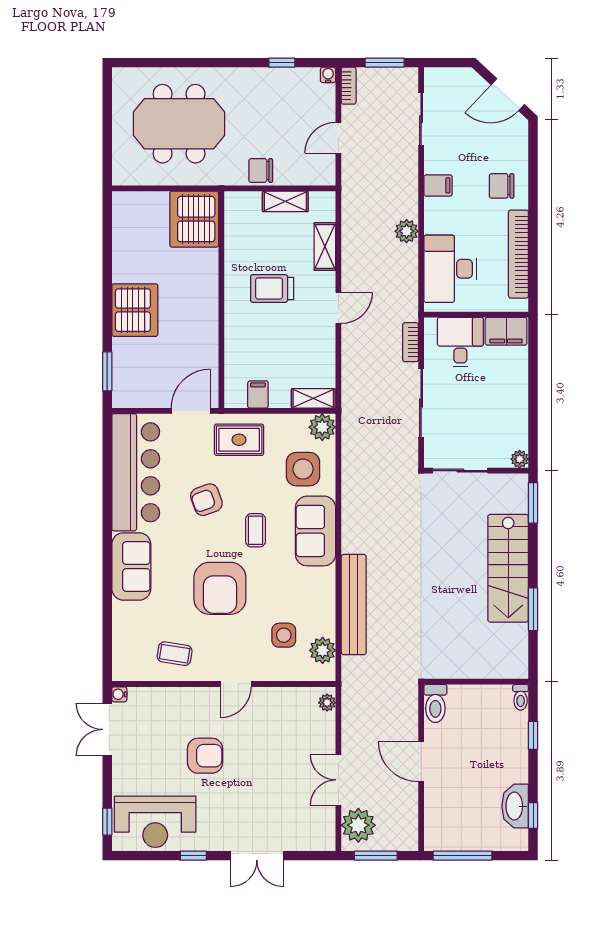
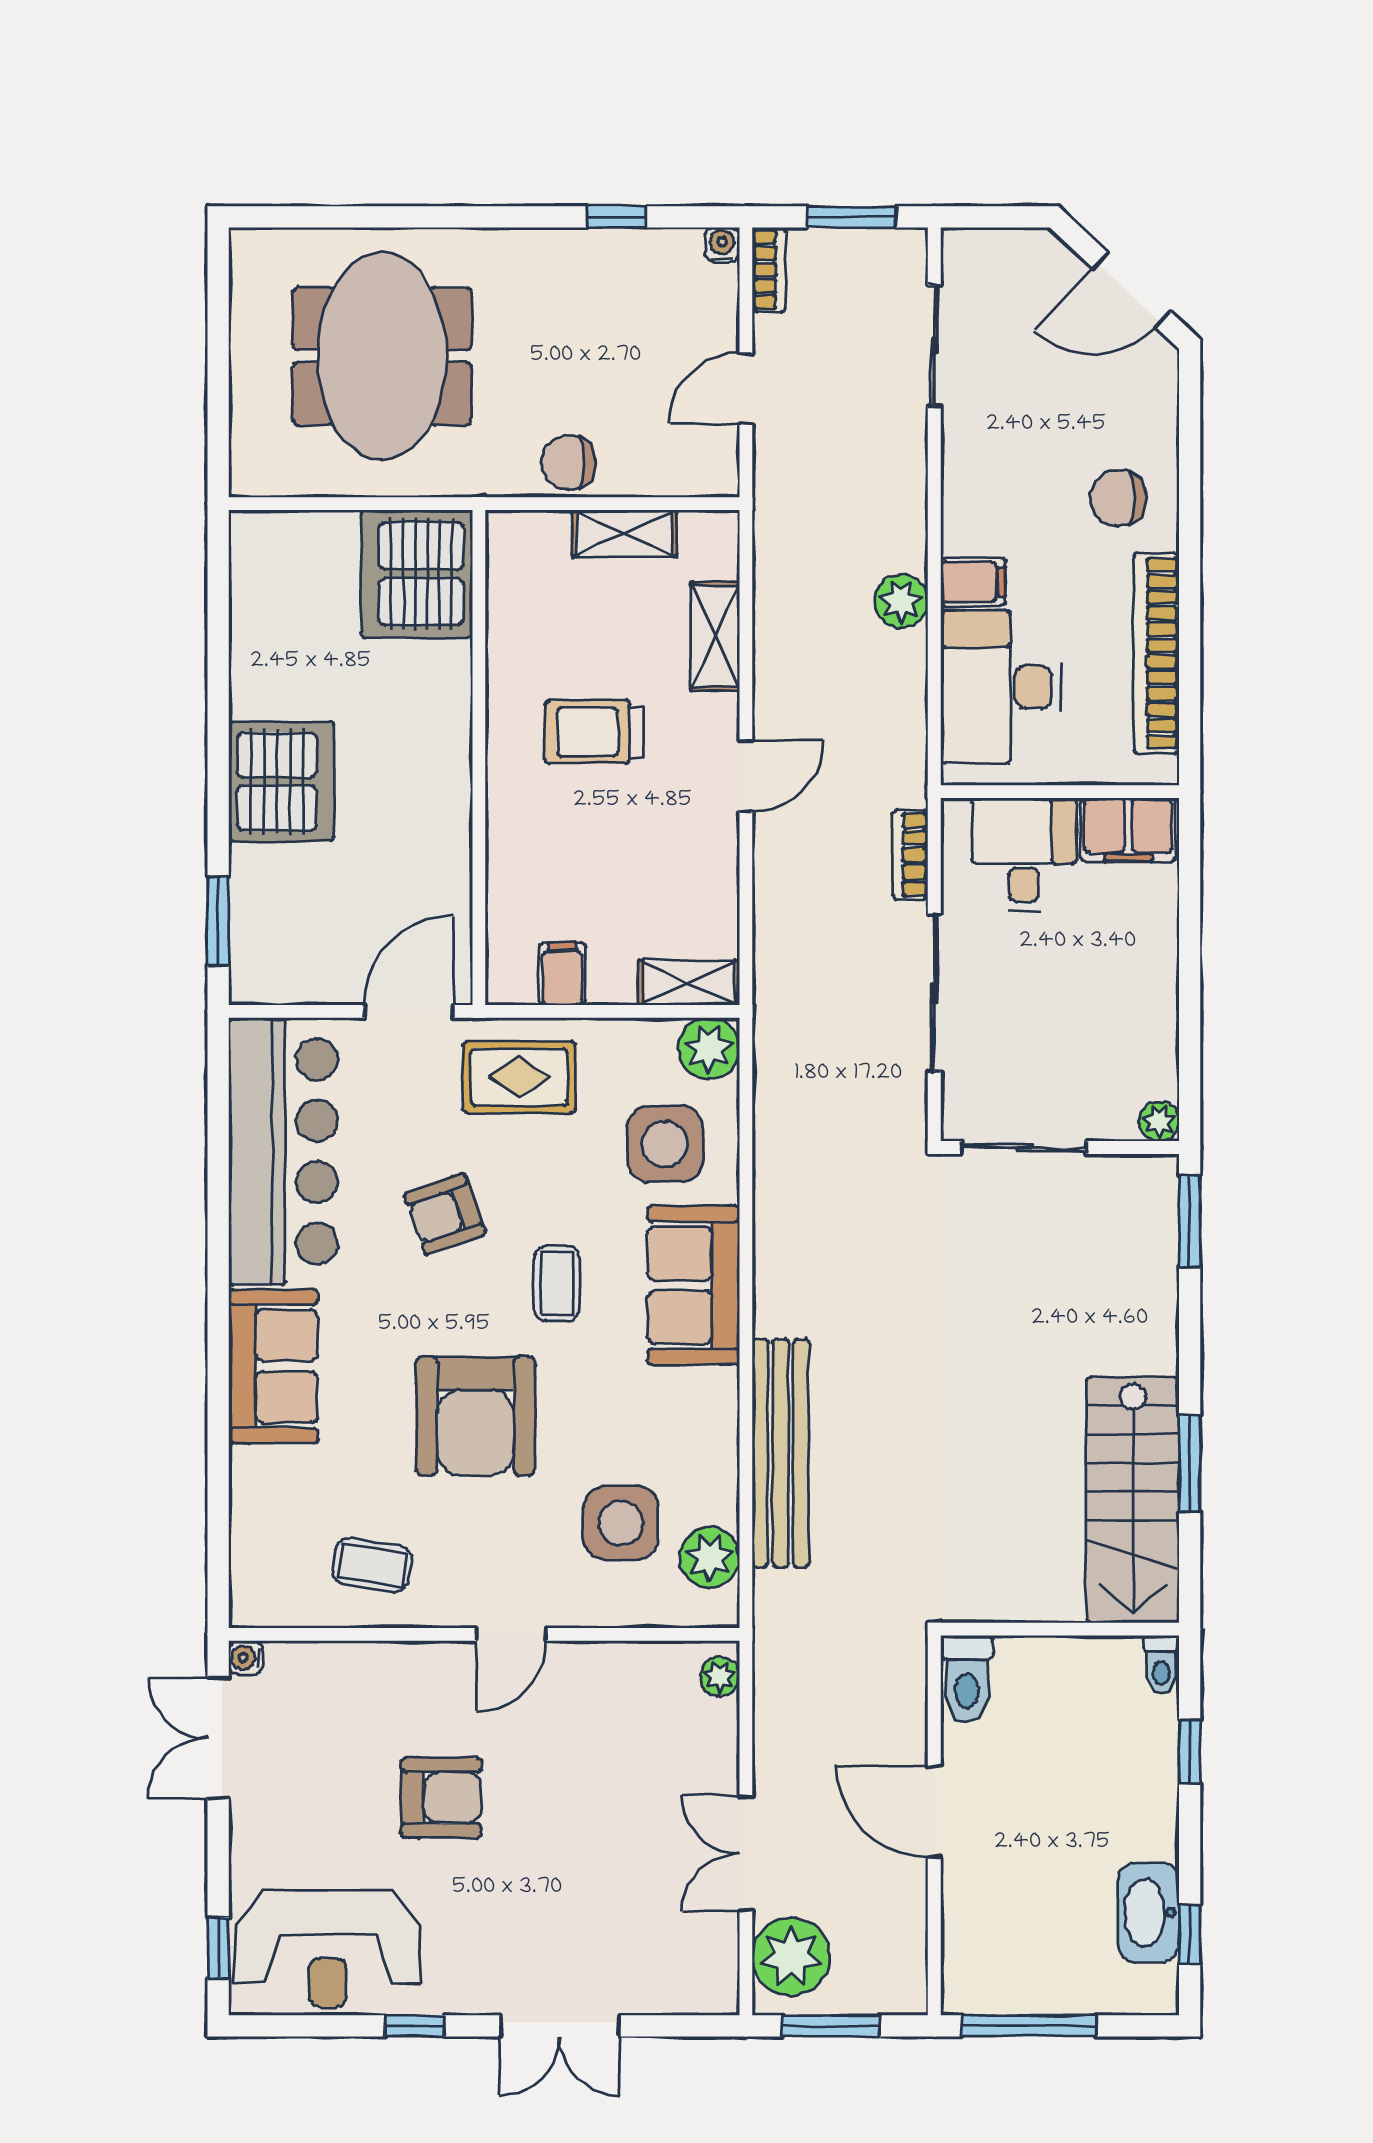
meeting table: (179, 124) -> (382, 356), turned 90
filing cabinet: (438, 185) -> (973, 582), moved
stairs: (508, 568) -> (1133, 1500), moved
side table: (284, 635) -> (621, 1523), width x1.37, depth x1.37

